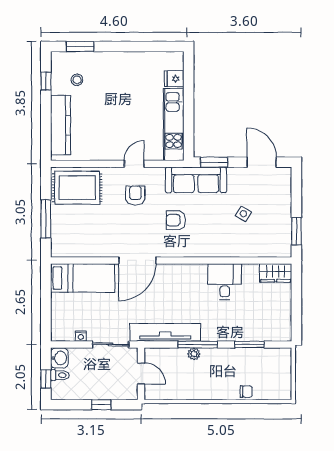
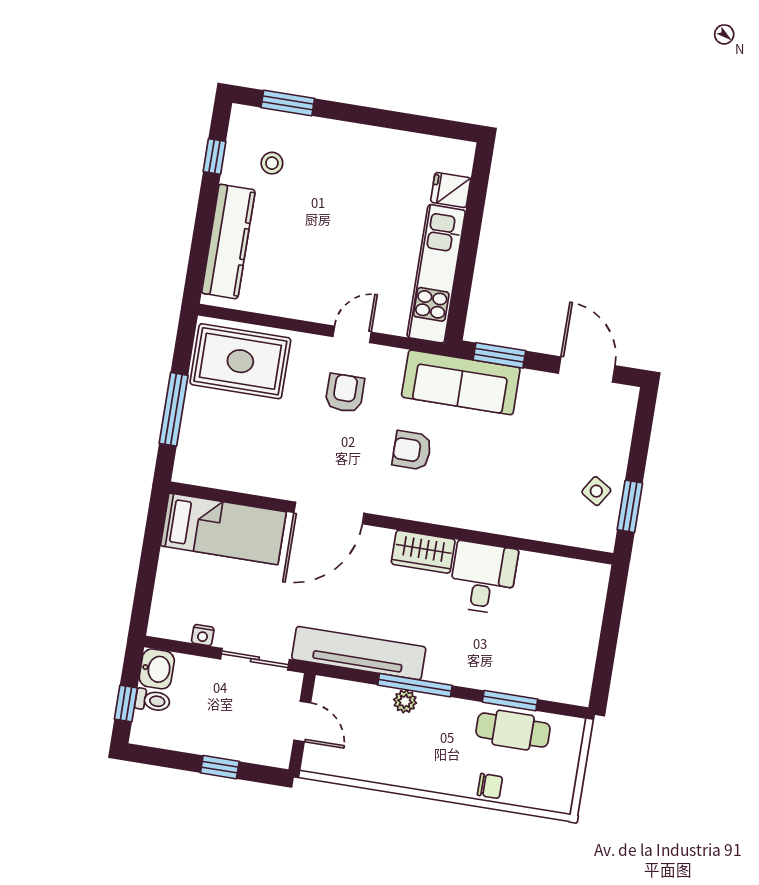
side table: (243, 214) -> (596, 491), moved
wardrobe: (276, 273) -> (423, 552), moved
cafe table: (254, 360) -> (513, 730), added

